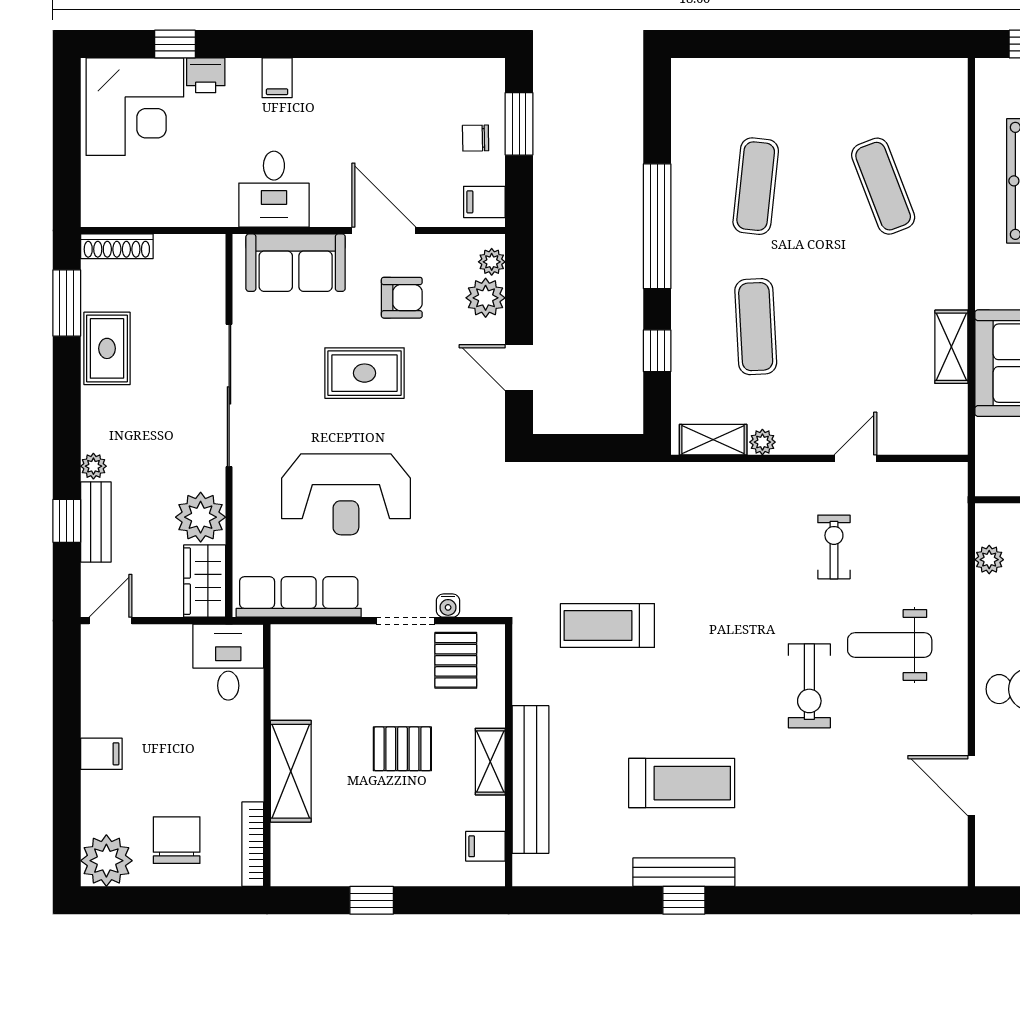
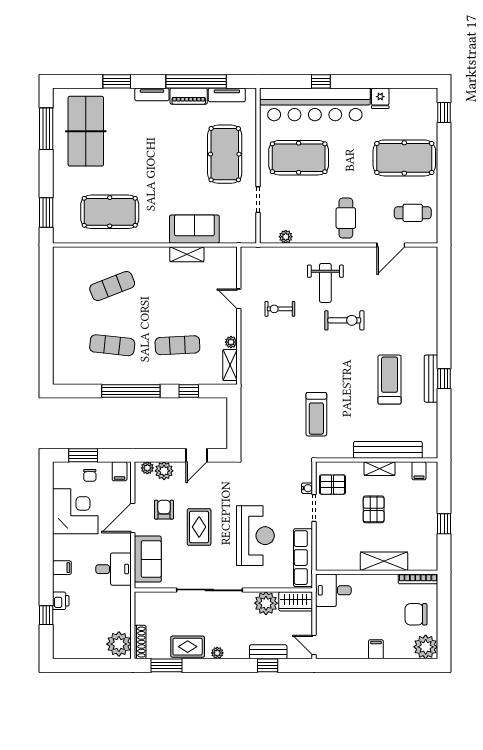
corner desk: (135, 107) -> (75, 511), moved
plant: (113, 200) -> (119, 644), added
plant: (93, 466) -> (217, 653), moved

